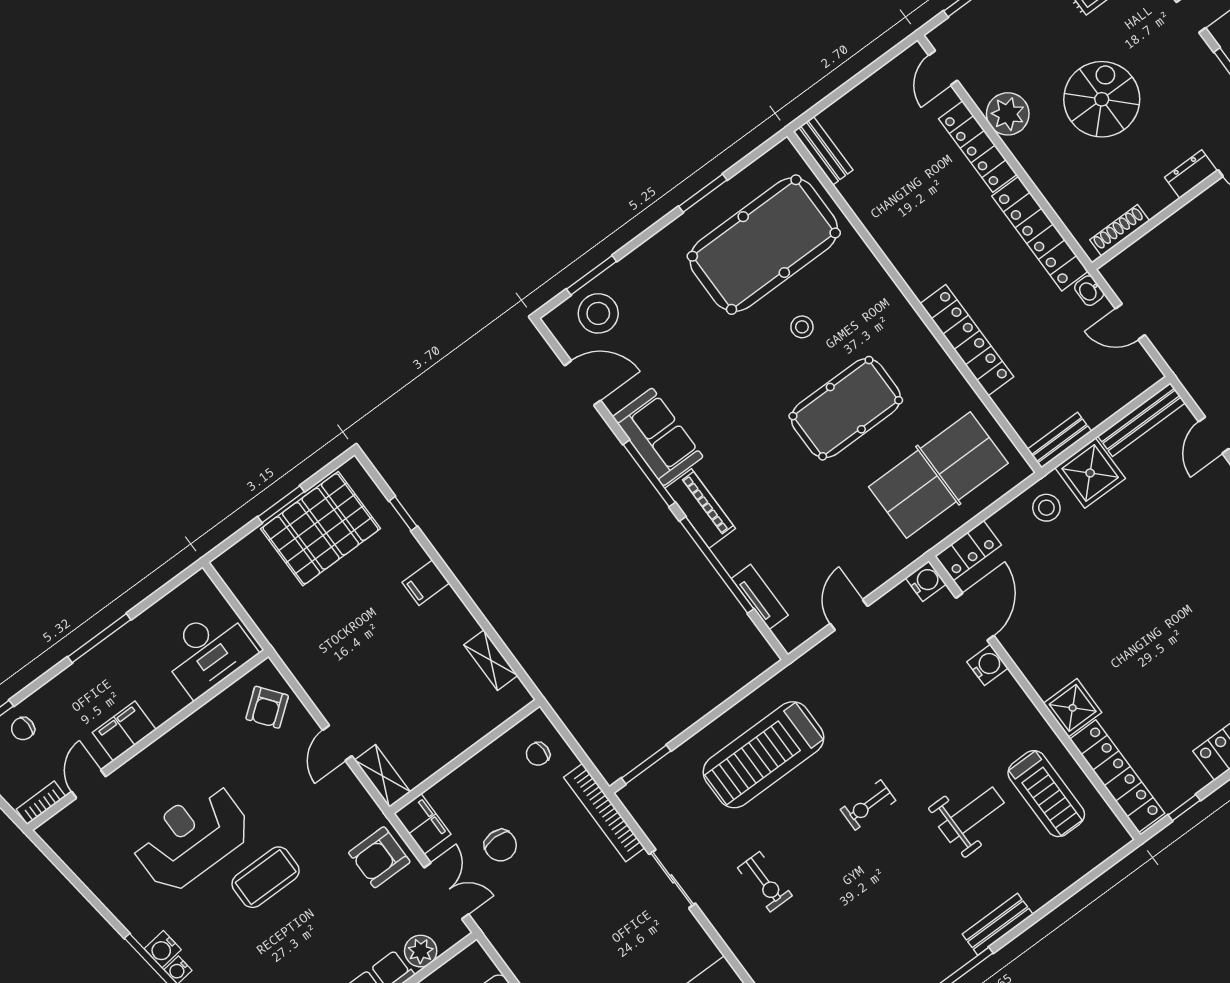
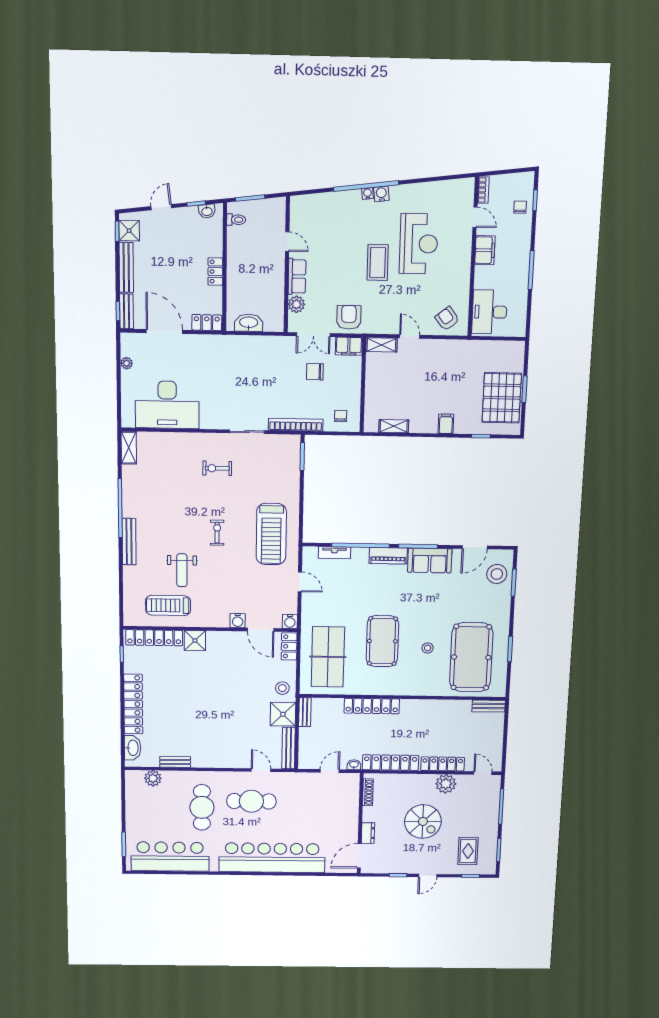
treadmill: (763, 755) -> (271, 534), moved, turned 180
bench: (998, 924) -> (129, 542), width x1.36

